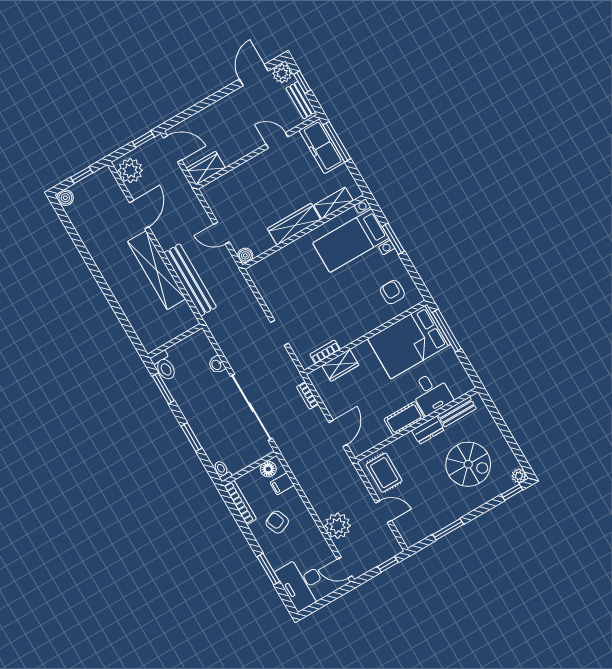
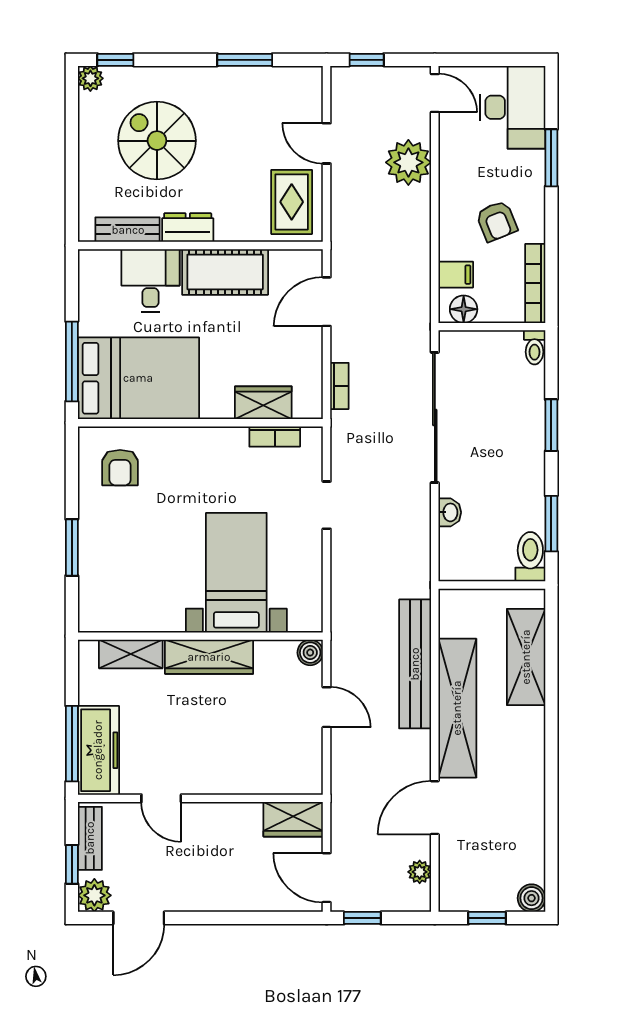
plant: (130, 171) -> (420, 872), width x0.53, depth x0.53
bed with nightstands: (351, 241) -> (236, 573), moved, turned -90
shelving: (137, 315) -> (526, 657), added
cot: (404, 418) -> (225, 272), width x1.37, depth x1.34

